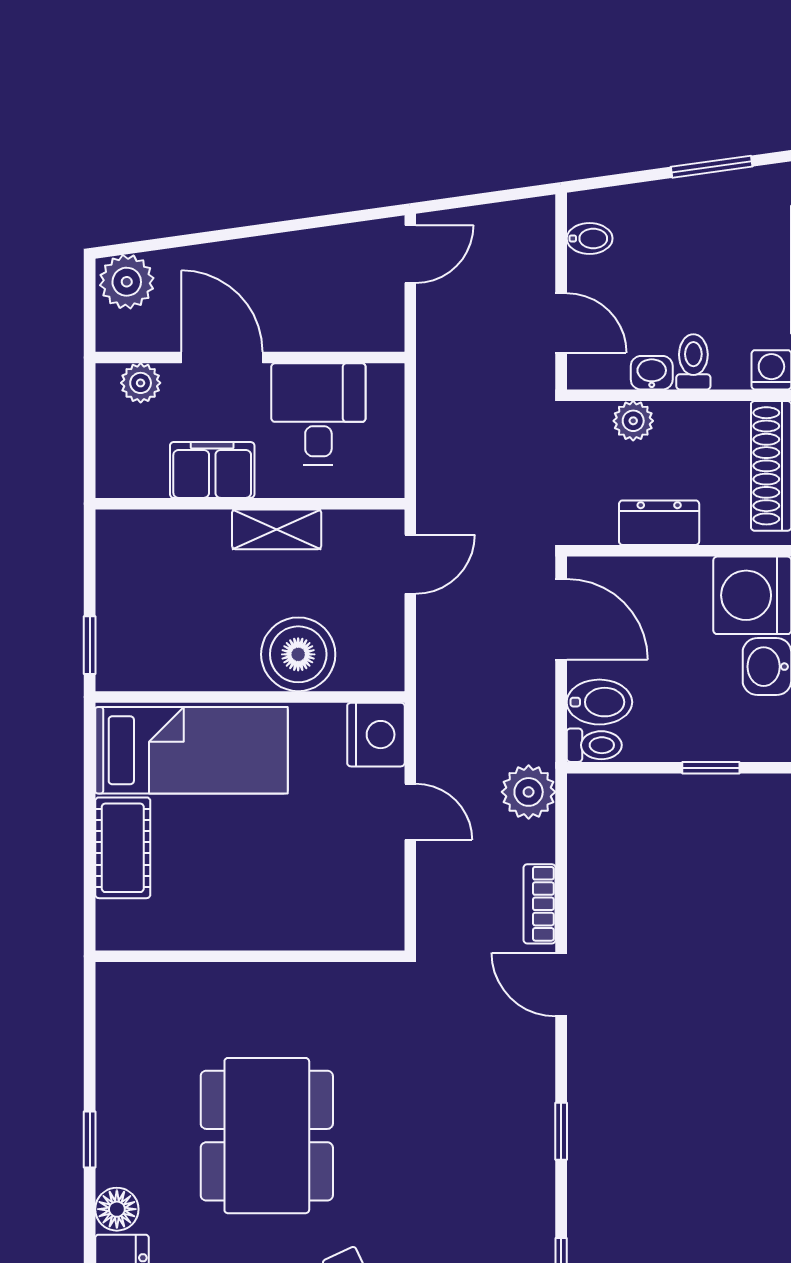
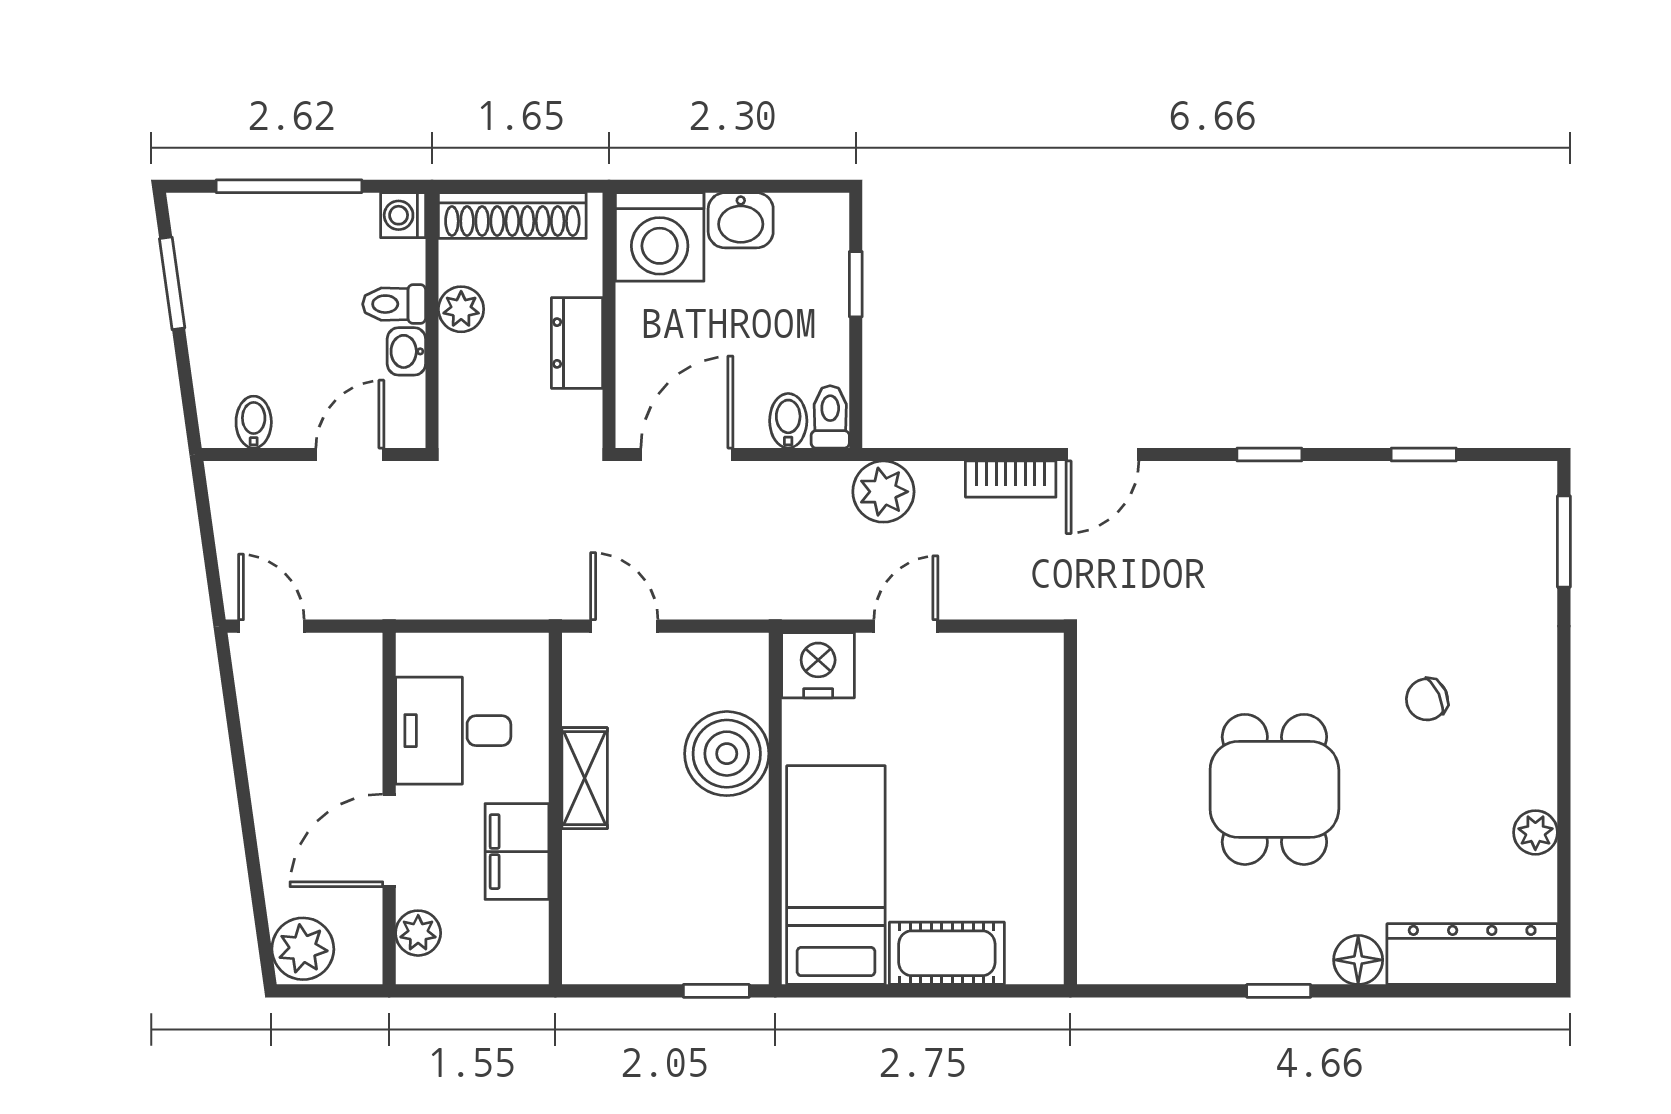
plant: (633, 421) -> (461, 309), moved
bidet: (599, 702) -> (788, 421), width x0.72, depth x0.74
dining table: (267, 1136) -> (1274, 789), width x0.73

